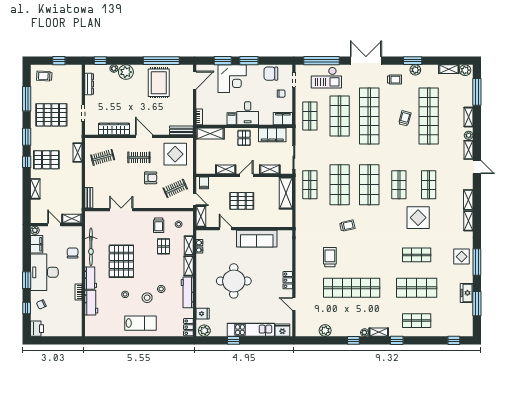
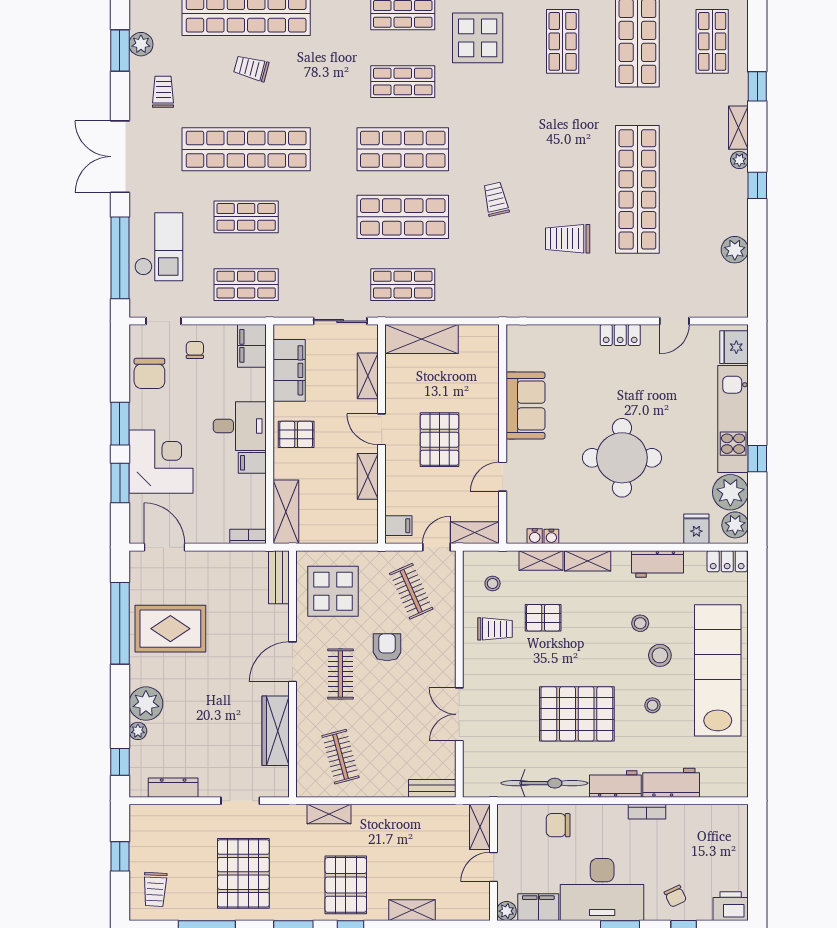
shop shelf: (340, 116) -> (246, 217), width x0.70, depth x0.74
sofa: (257, 239) -> (525, 405), width x0.73
workbench: (187, 292) -> (658, 564), width x0.73
lab bench: (140, 323) -> (718, 670), width x1.86, depth x1.39
plant: (219, 329) -> (730, 492), added

